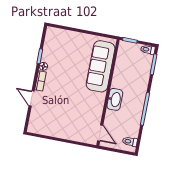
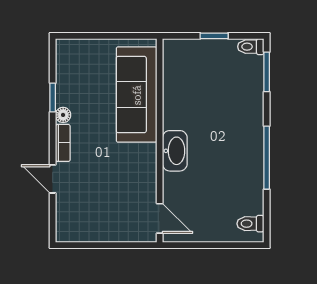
sofa: (101, 66) -> (137, 95), moved
wall: (108, 93) -> (160, 140), moved
washbasin: (115, 99) -> (175, 151), moved
door: (100, 133) -> (160, 218), moved

